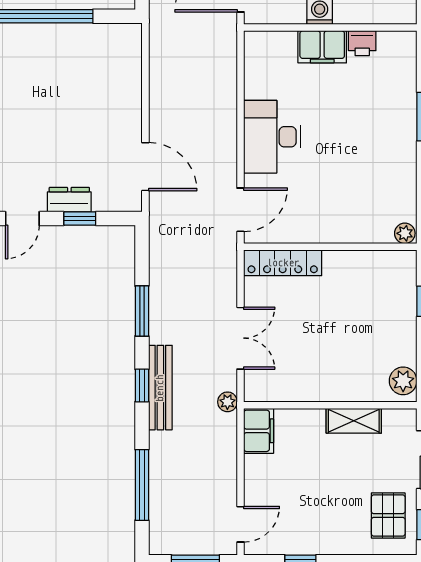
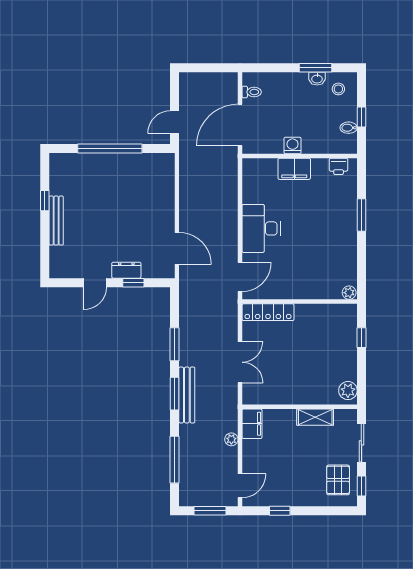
printer: (362, 43) -> (339, 166), moved
window: (142, 385) -> (175, 394), width x1.50
plant: (227, 402) -> (231, 439), moved

